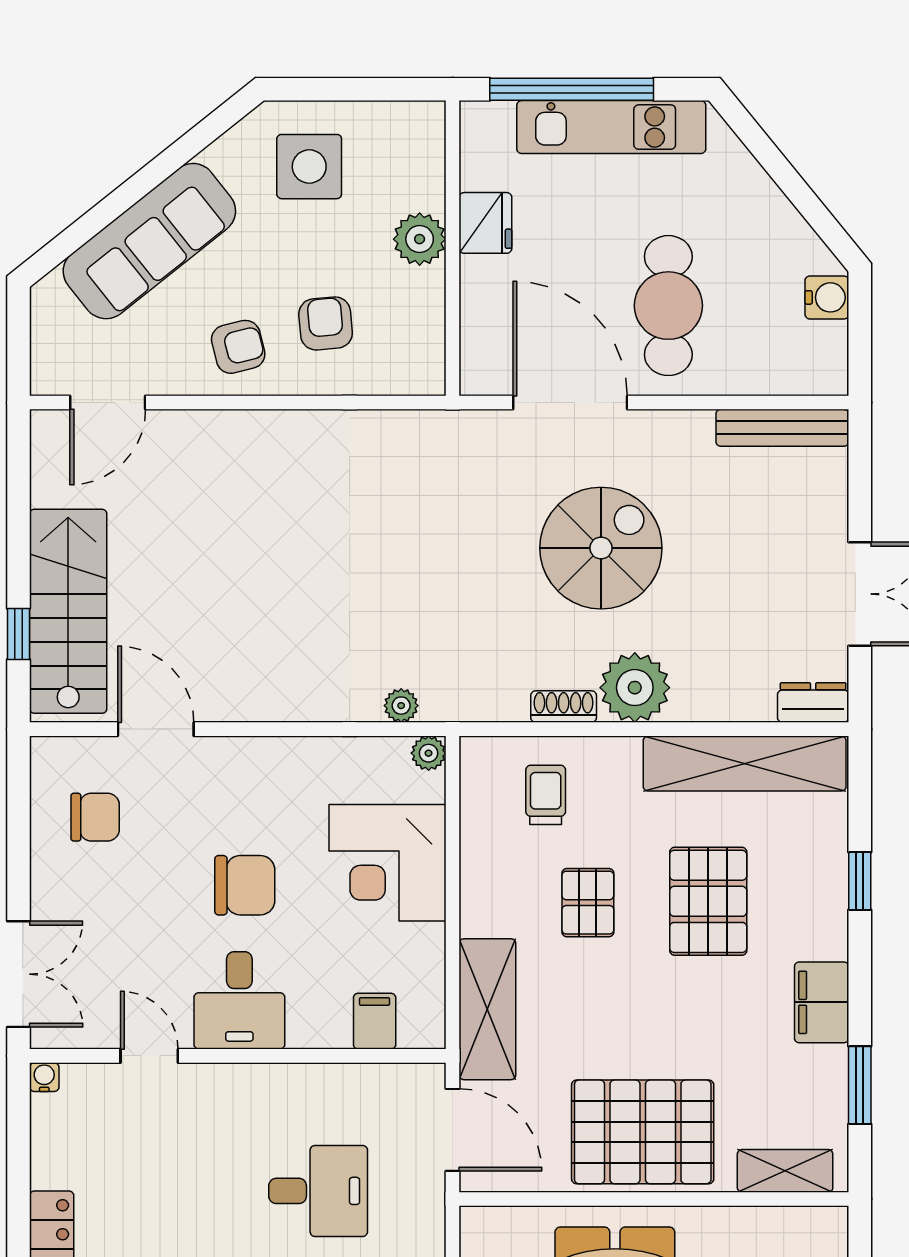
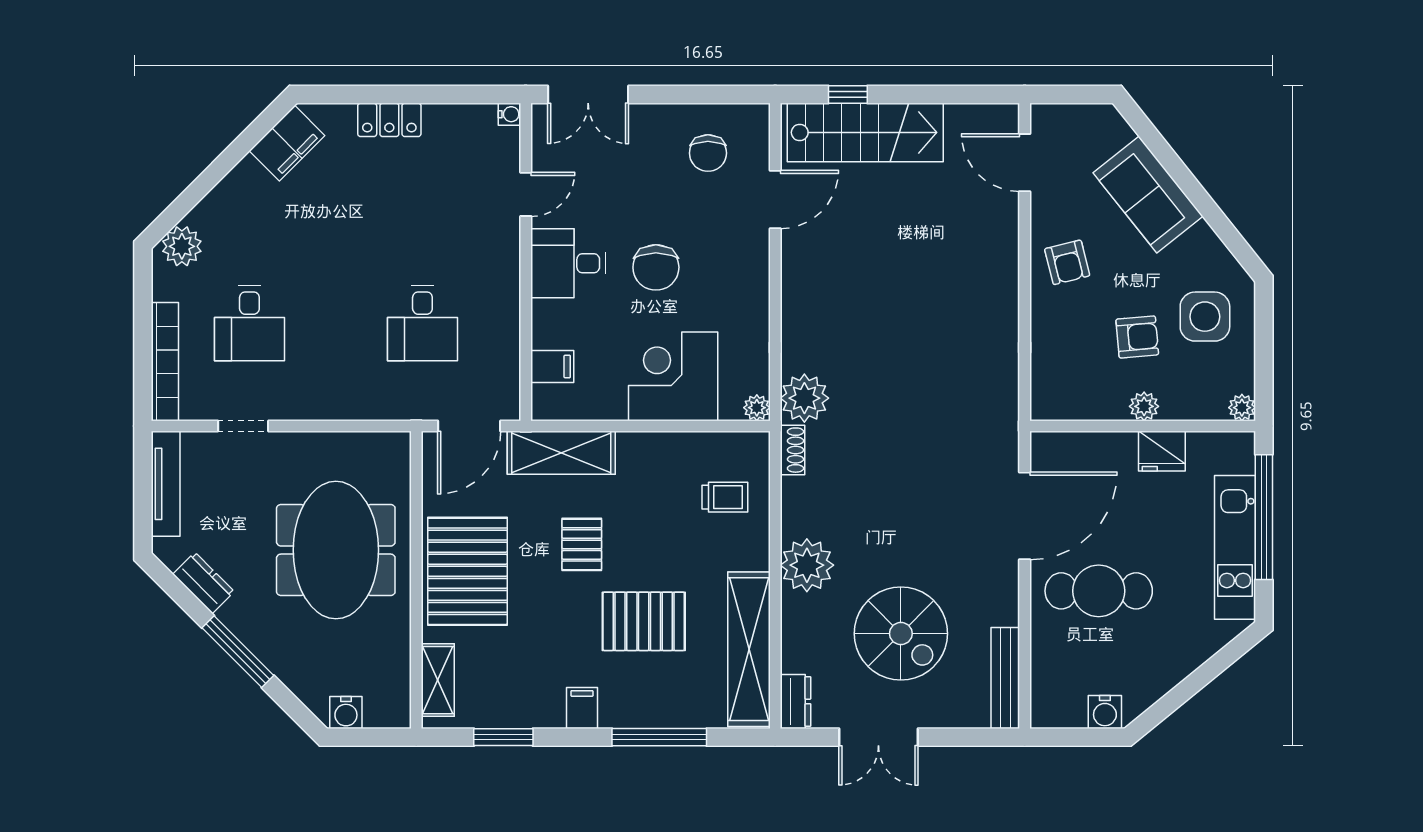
plant: (428, 118) -> (1242, 408), added
plant: (420, 239) -> (1144, 406), width x0.73, depth x0.73
sofa: (149, 241) -> (1148, 195), width x0.73
armchair: (326, 323) -> (1137, 337), moved
spiral stairs: (601, 548) -> (901, 634), moved
plant: (401, 706) -> (804, 398), width x1.88, depth x1.88
shoe rack: (564, 707) -> (792, 450), moved
window: (860, 881) -> (659, 737), width x2.17
pallet: (588, 903) -> (582, 544), moved, turned 90
filing cabinet: (822, 1002) -> (582, 708), width x0.50

